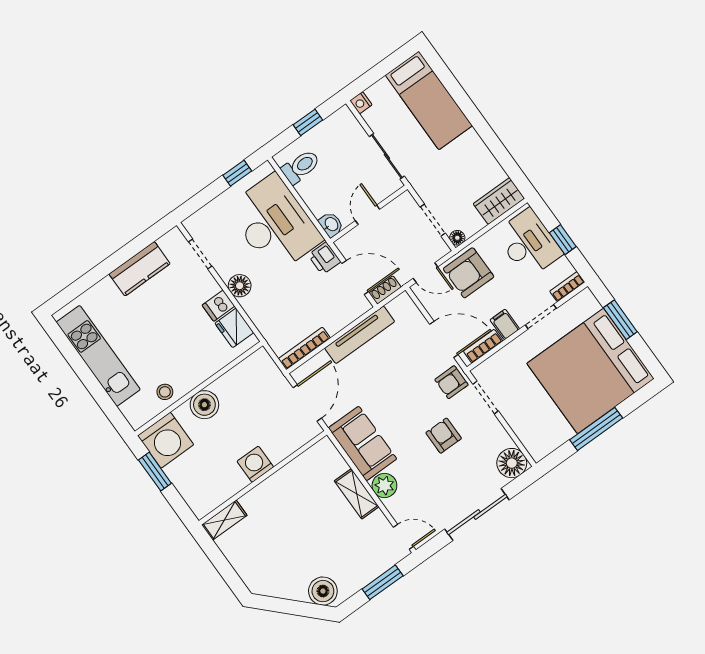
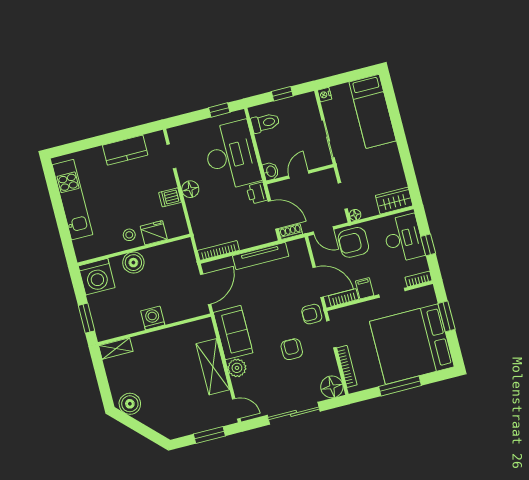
fridge: (234, 328) -> (154, 233), moved, turned 90
stool: (165, 392) -> (129, 235), moved
bookcase: (521, 430) -> (347, 366), added
window: (155, 472) -> (86, 318), moved
shelving: (357, 494) -> (213, 367), width x1.50, depth x1.33
boiler: (323, 591) -> (130, 404), moved

